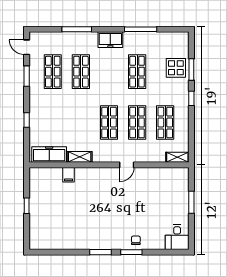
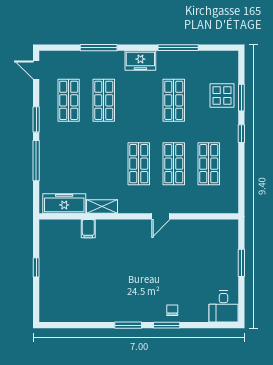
window: (27, 76) -> (36, 119), moved
window: (27, 120) -> (36, 161), width x2.17
shelving: (177, 157) -> (224, 207), removed

